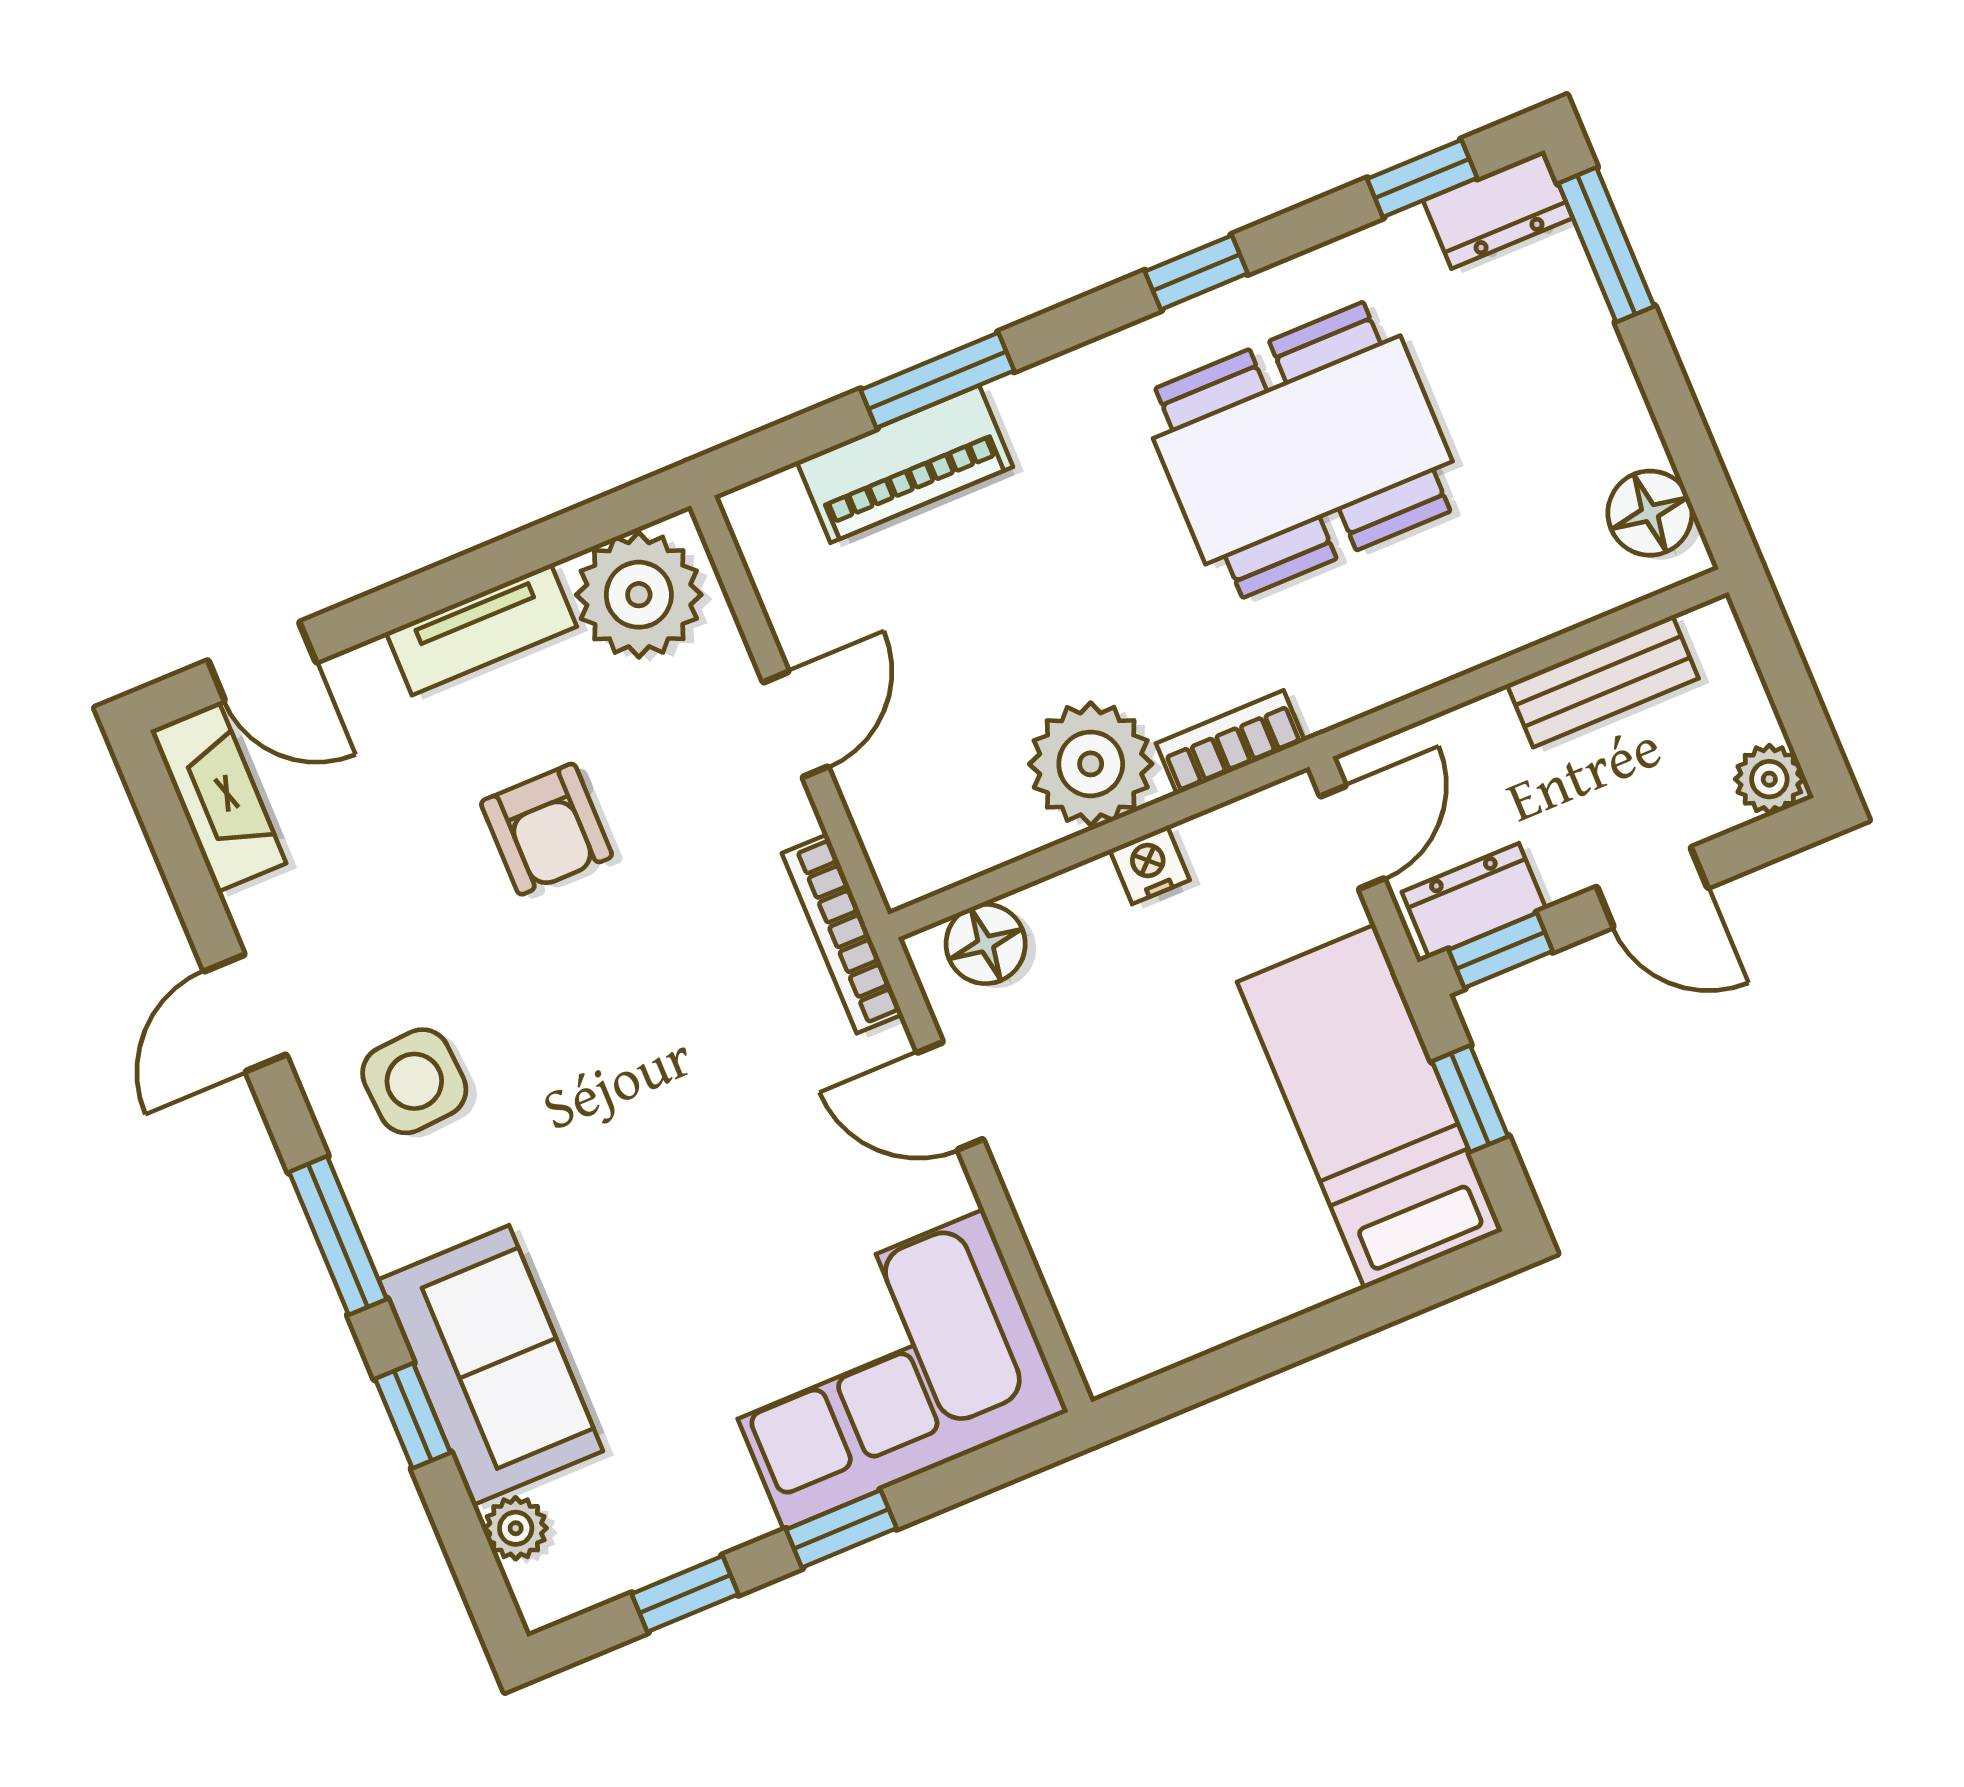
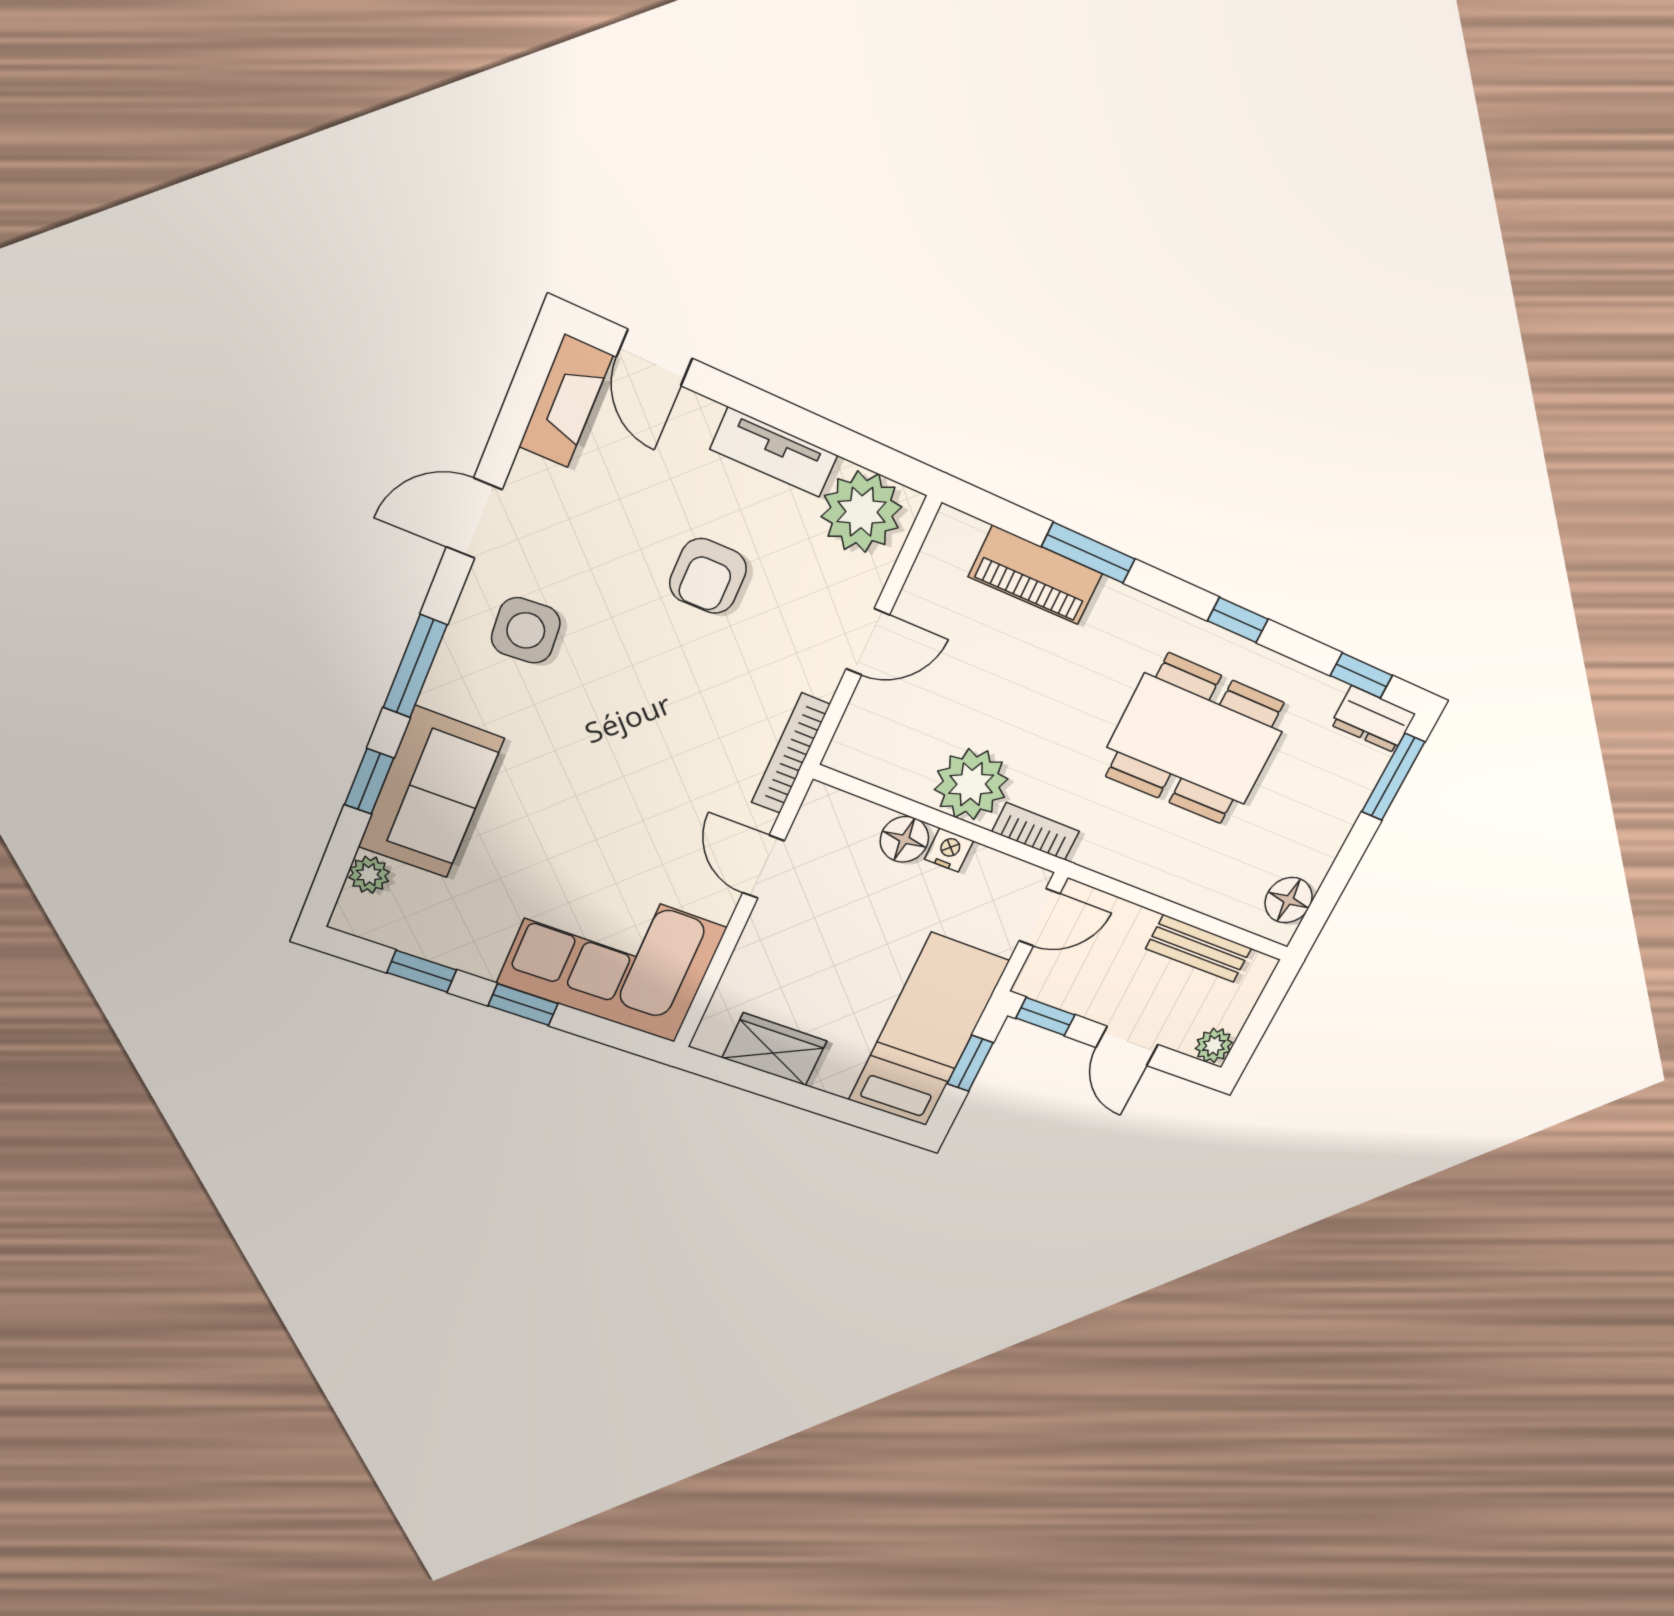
dresser: (1474, 900) -> (1057, 987), removed
floor lamp: (986, 944) -> (904, 839), moved
wardrobe: (1202, 1308) -> (775, 1049), added

